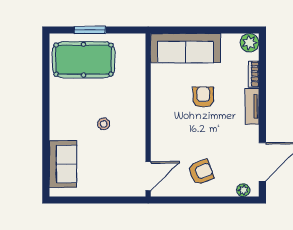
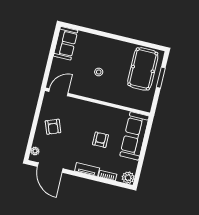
armchair: (203, 97) -> (101, 140), turned -90
sofa: (63, 164) -> (66, 43), moved, turned -90
door: (148, 176) -> (58, 92), swing flipped

